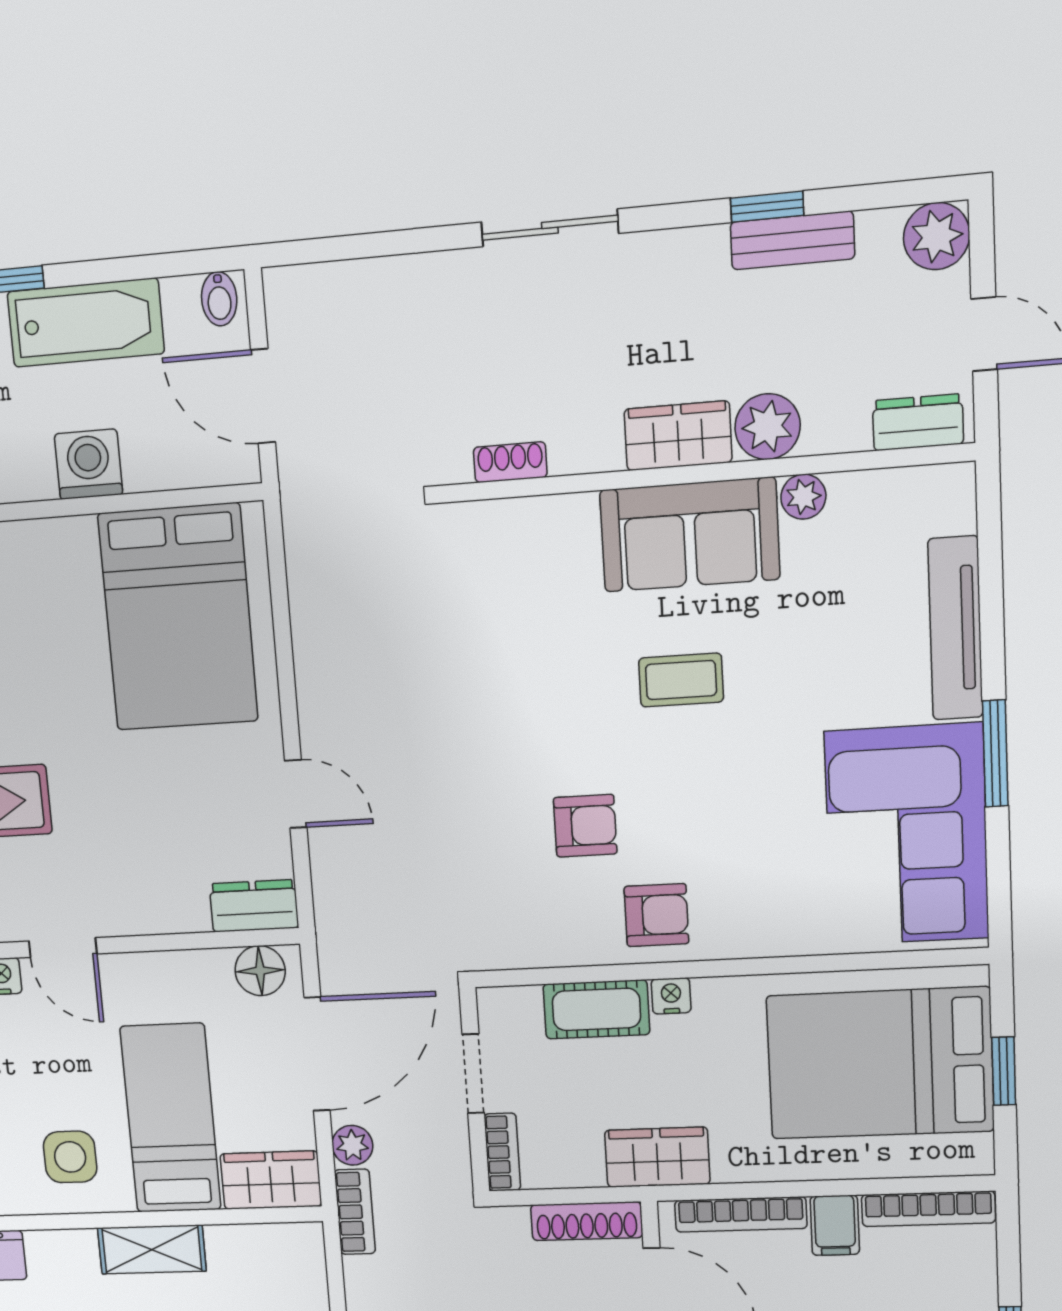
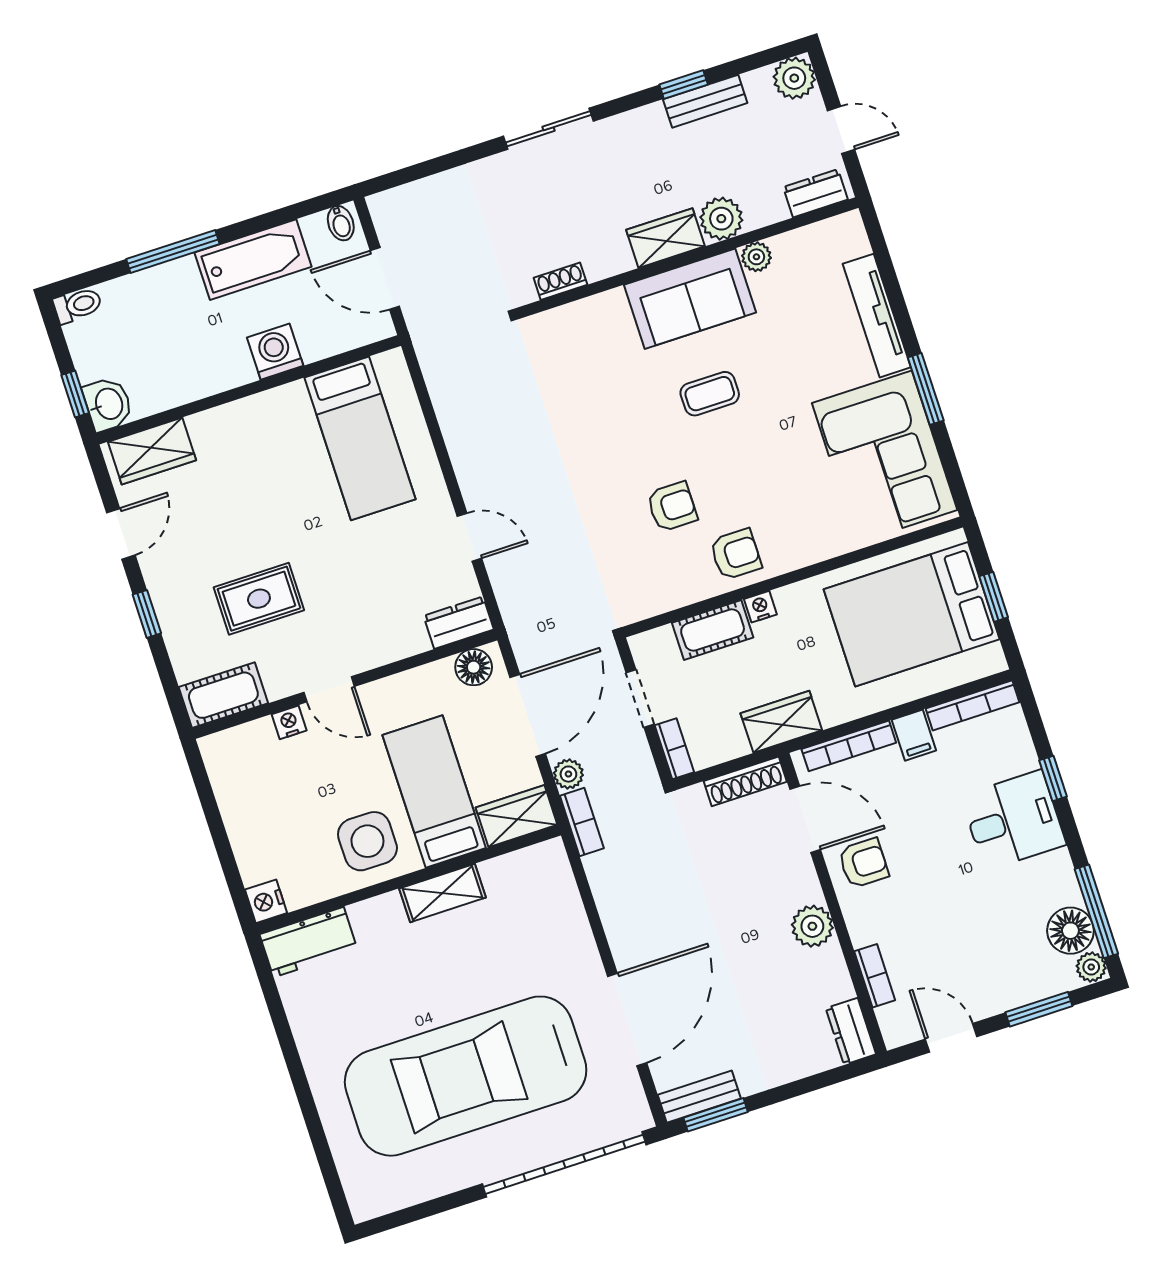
bed: (178, 617) -> (360, 438), width x0.67
side table: (70, 1157) -> (367, 841), width x1.37, depth x1.37

